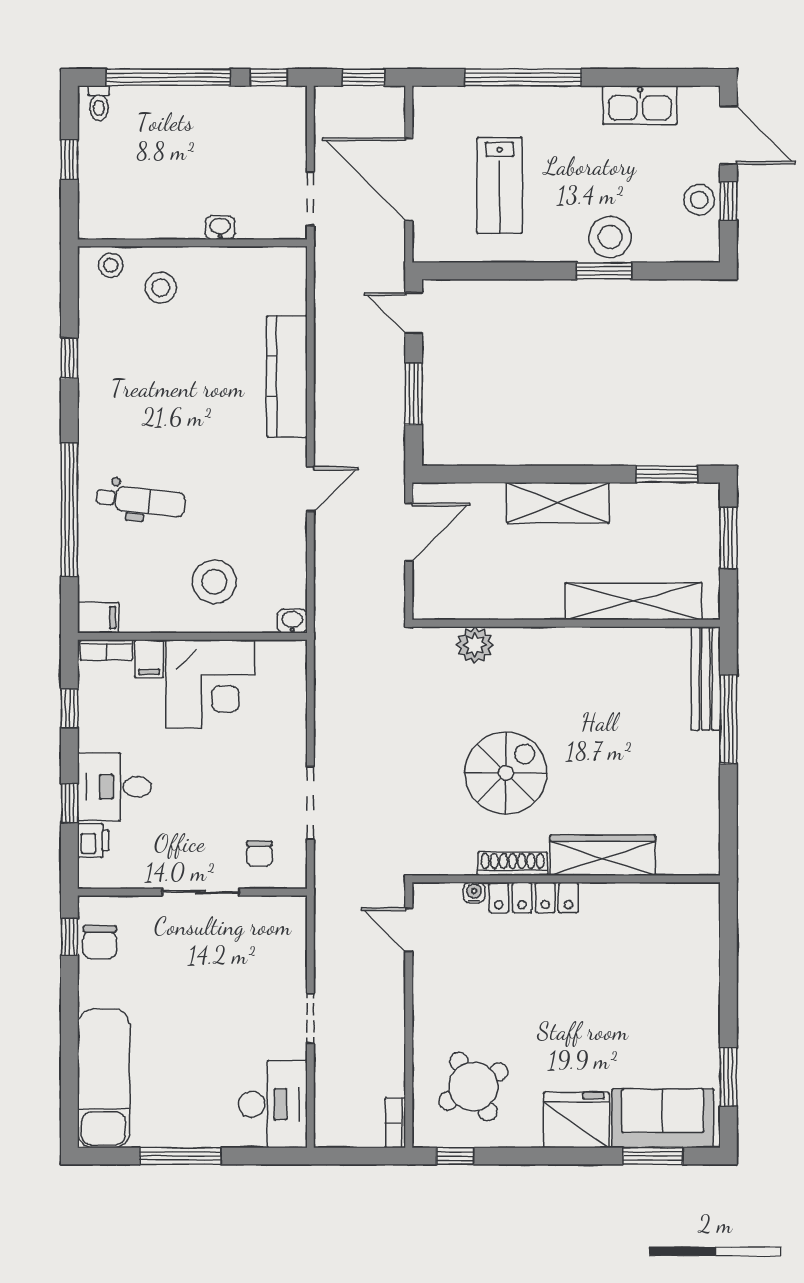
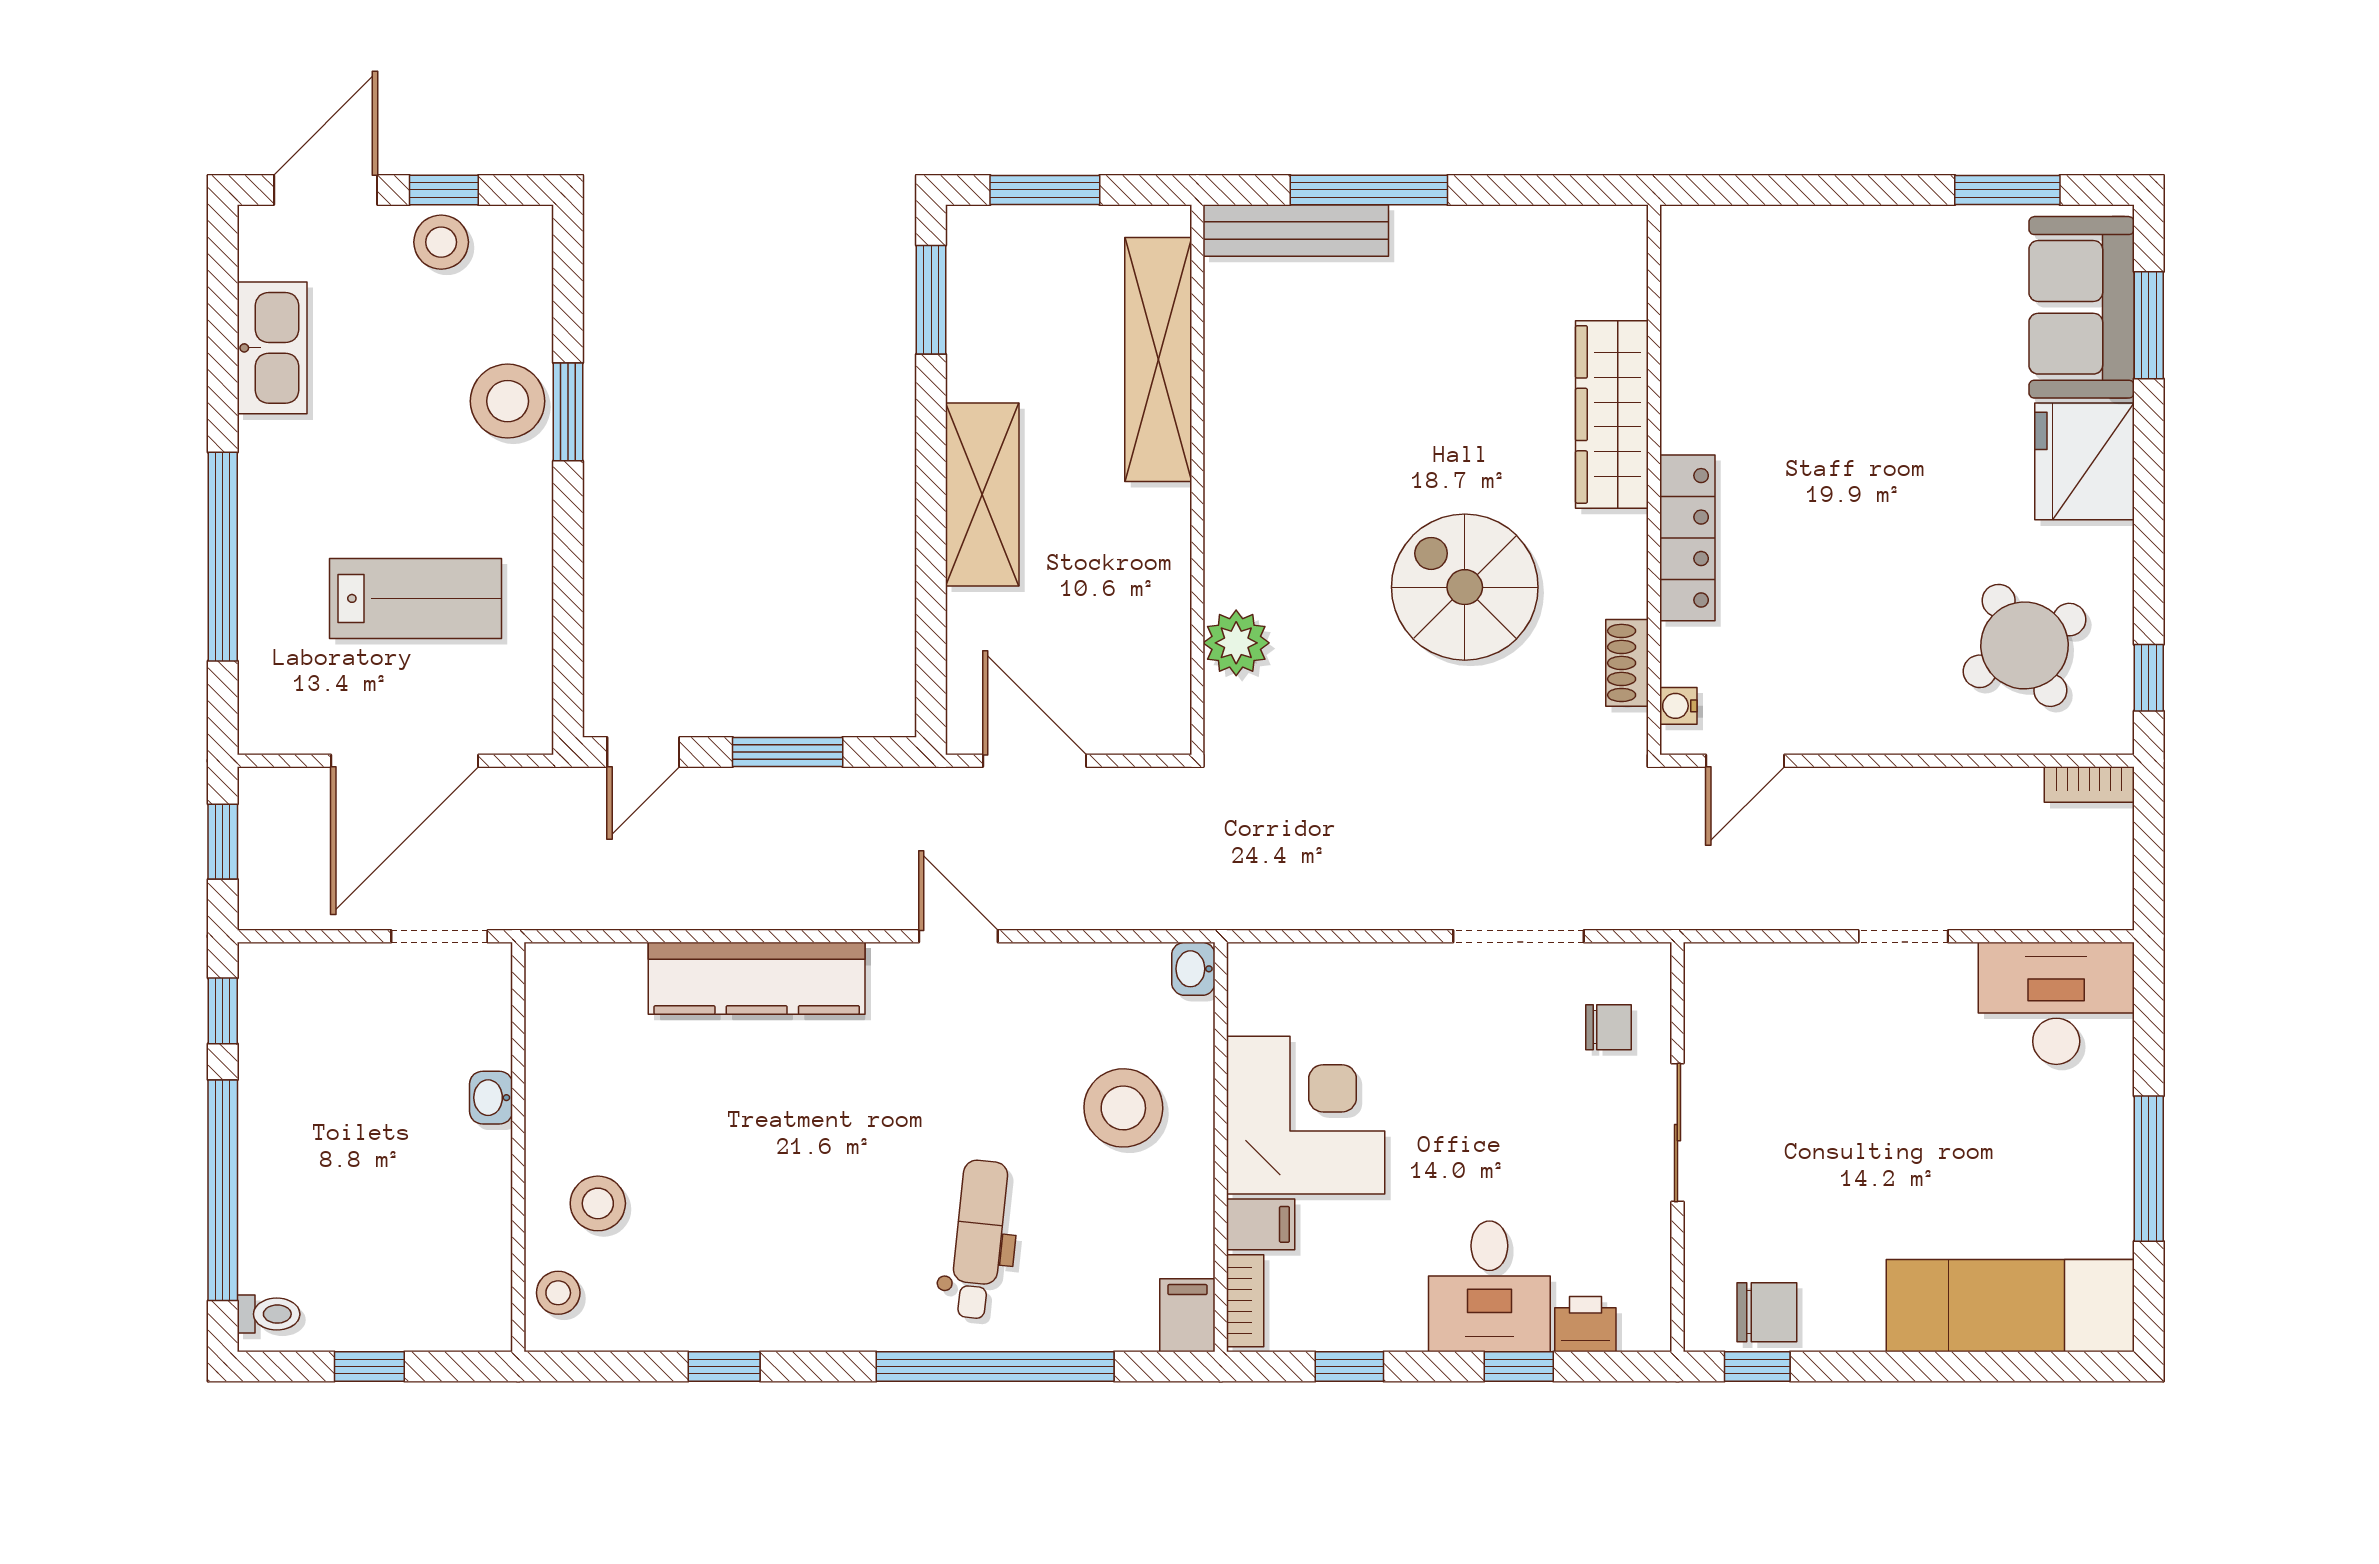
shoe rack: (513, 864) -> (1627, 663), moved, width x0.70
water cooler: (474, 893) -> (1678, 706), moved

